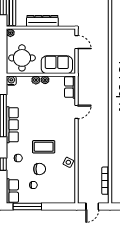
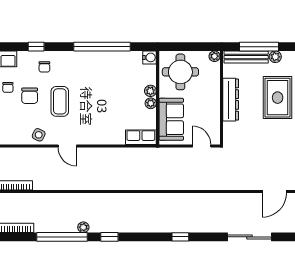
door: (77, 42) -> (202, 146), swing flipped
door: (77, 112) -> (67, 146), moved
row of seats: (12, 125) -> (90, 59), removed

